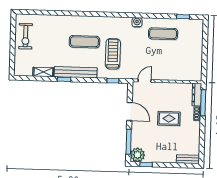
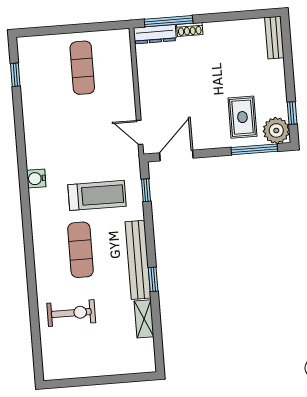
water cooler: (137, 22) -> (36, 178), moved
exercise mat: (163, 34) -> (82, 68), moved
exercise bike: (26, 36) -> (71, 313), moved
treadmill: (113, 54) -> (97, 195), turned 180
door: (129, 112) -> (176, 156), moved
rug: (169, 119) -> (242, 117), moved

